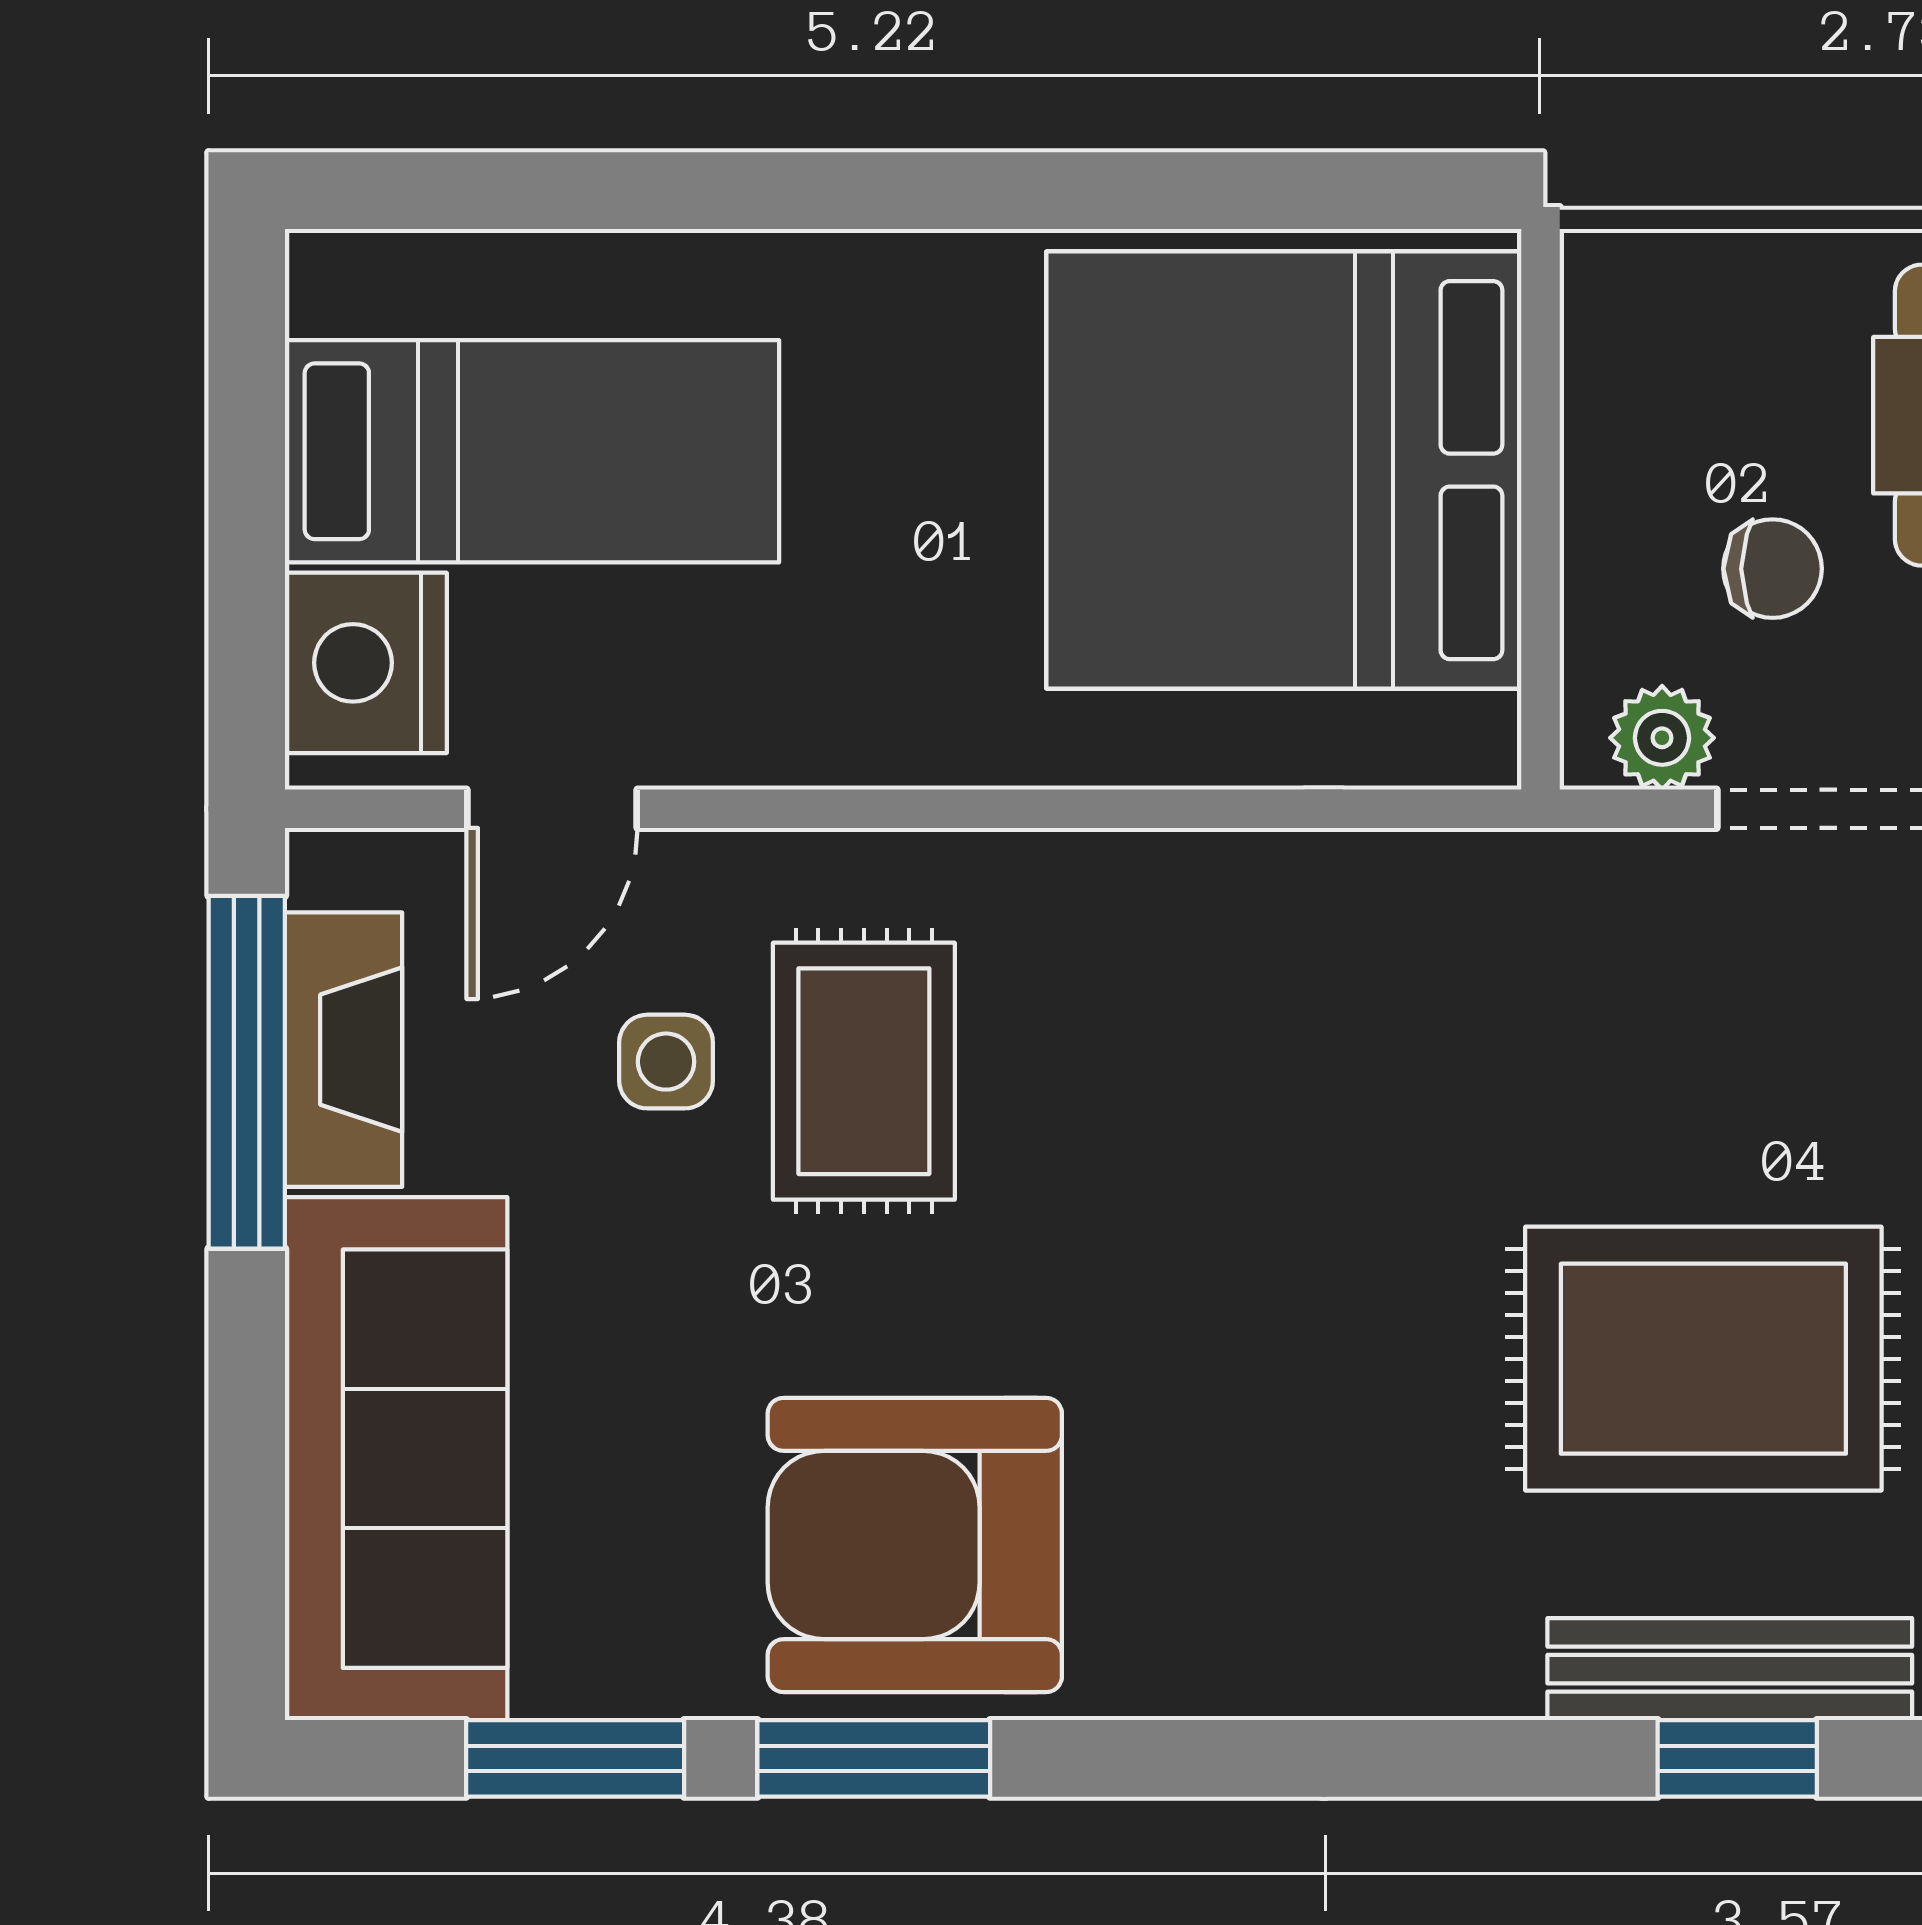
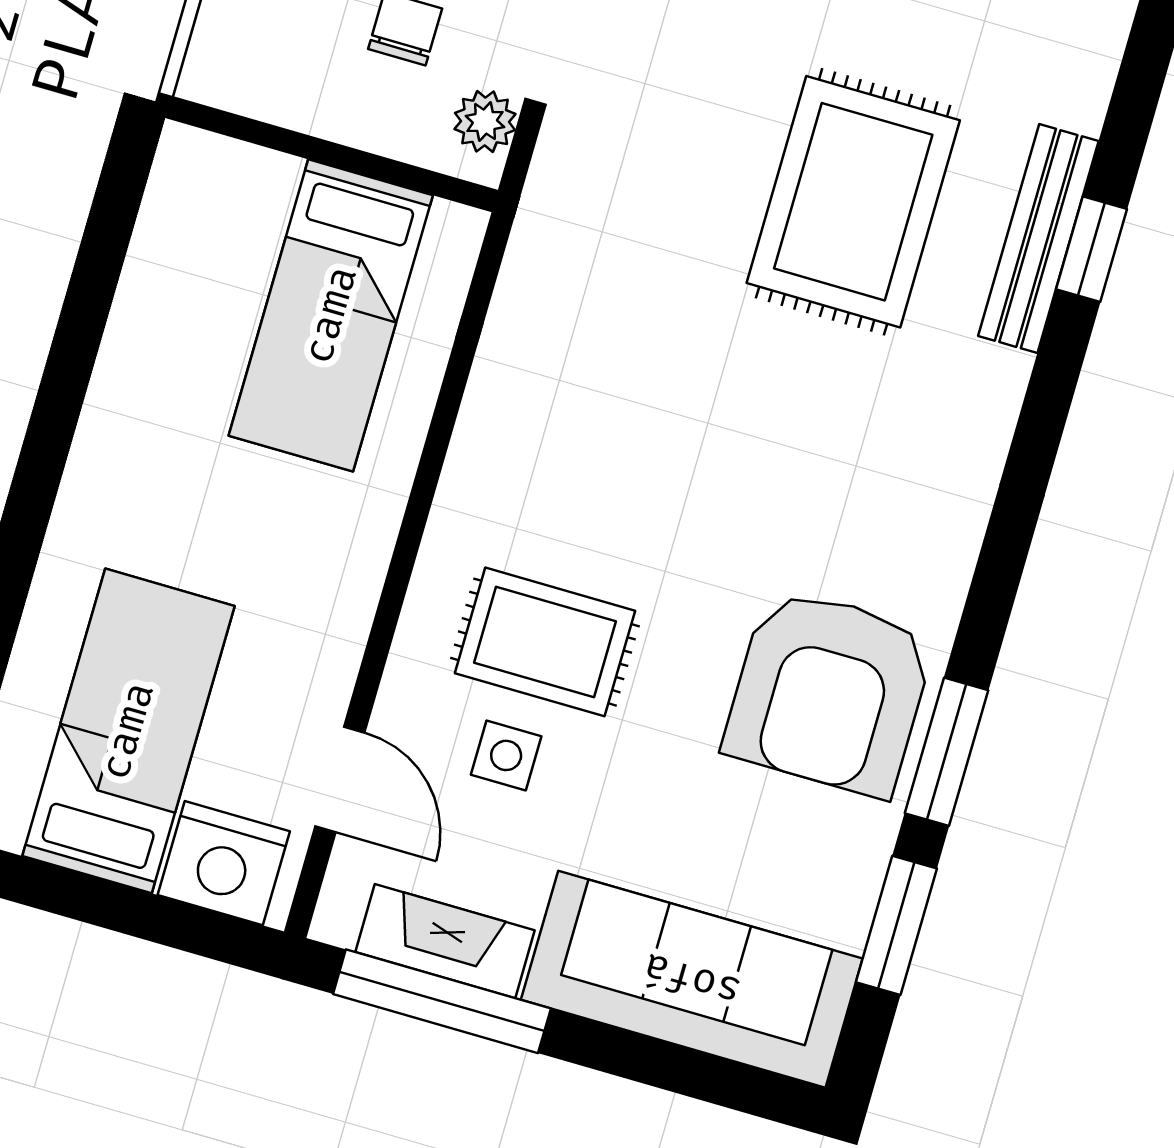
bed: (1284, 470) -> (331, 315), width x0.49

